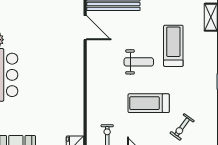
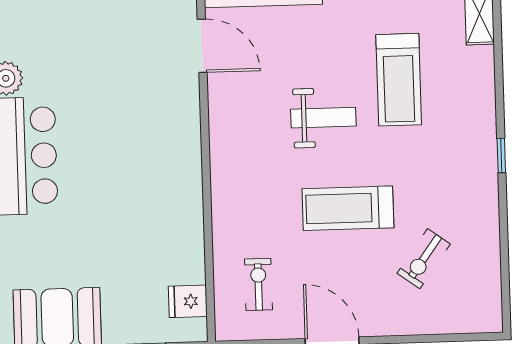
treadmill: (173, 46) -> (399, 80), turned 180

